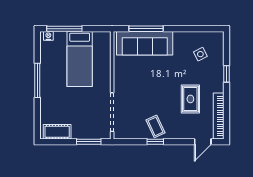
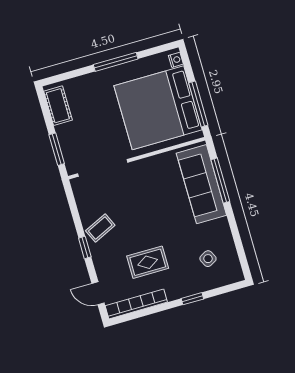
window: (64, 29) -> (198, 104), moved
bed: (80, 59) -> (158, 108), width x2.04
window: (155, 142) -> (85, 247), moved

